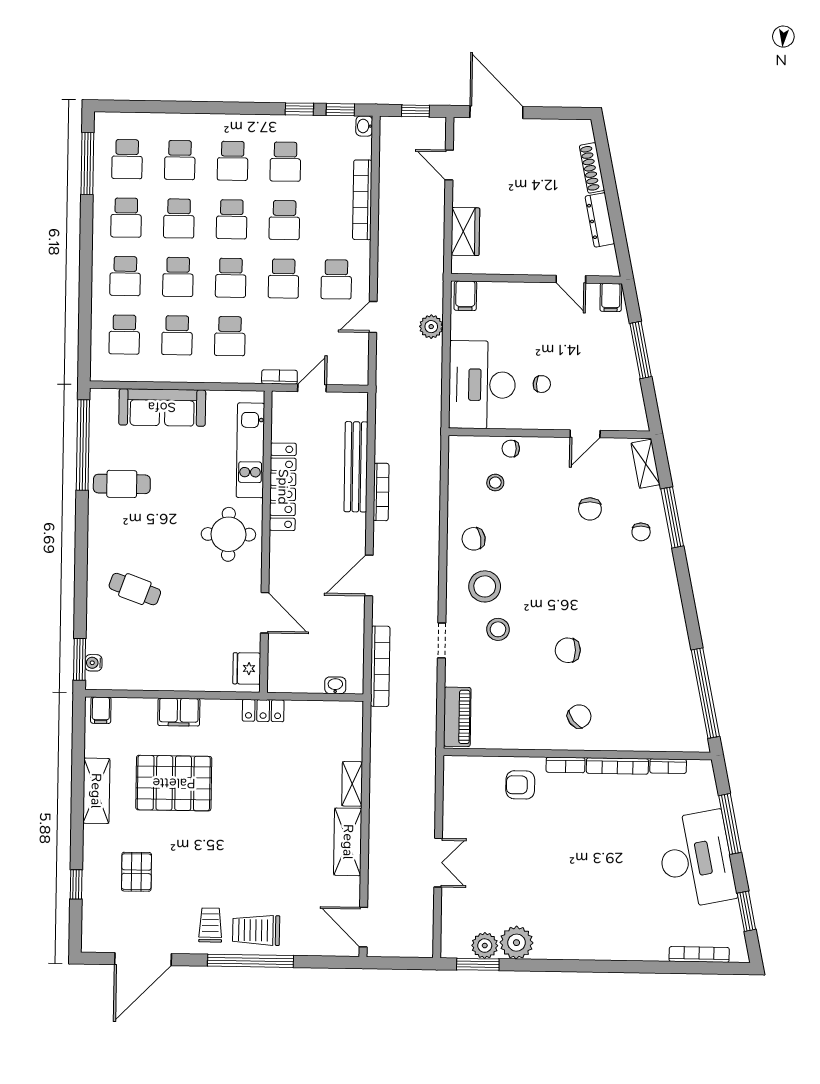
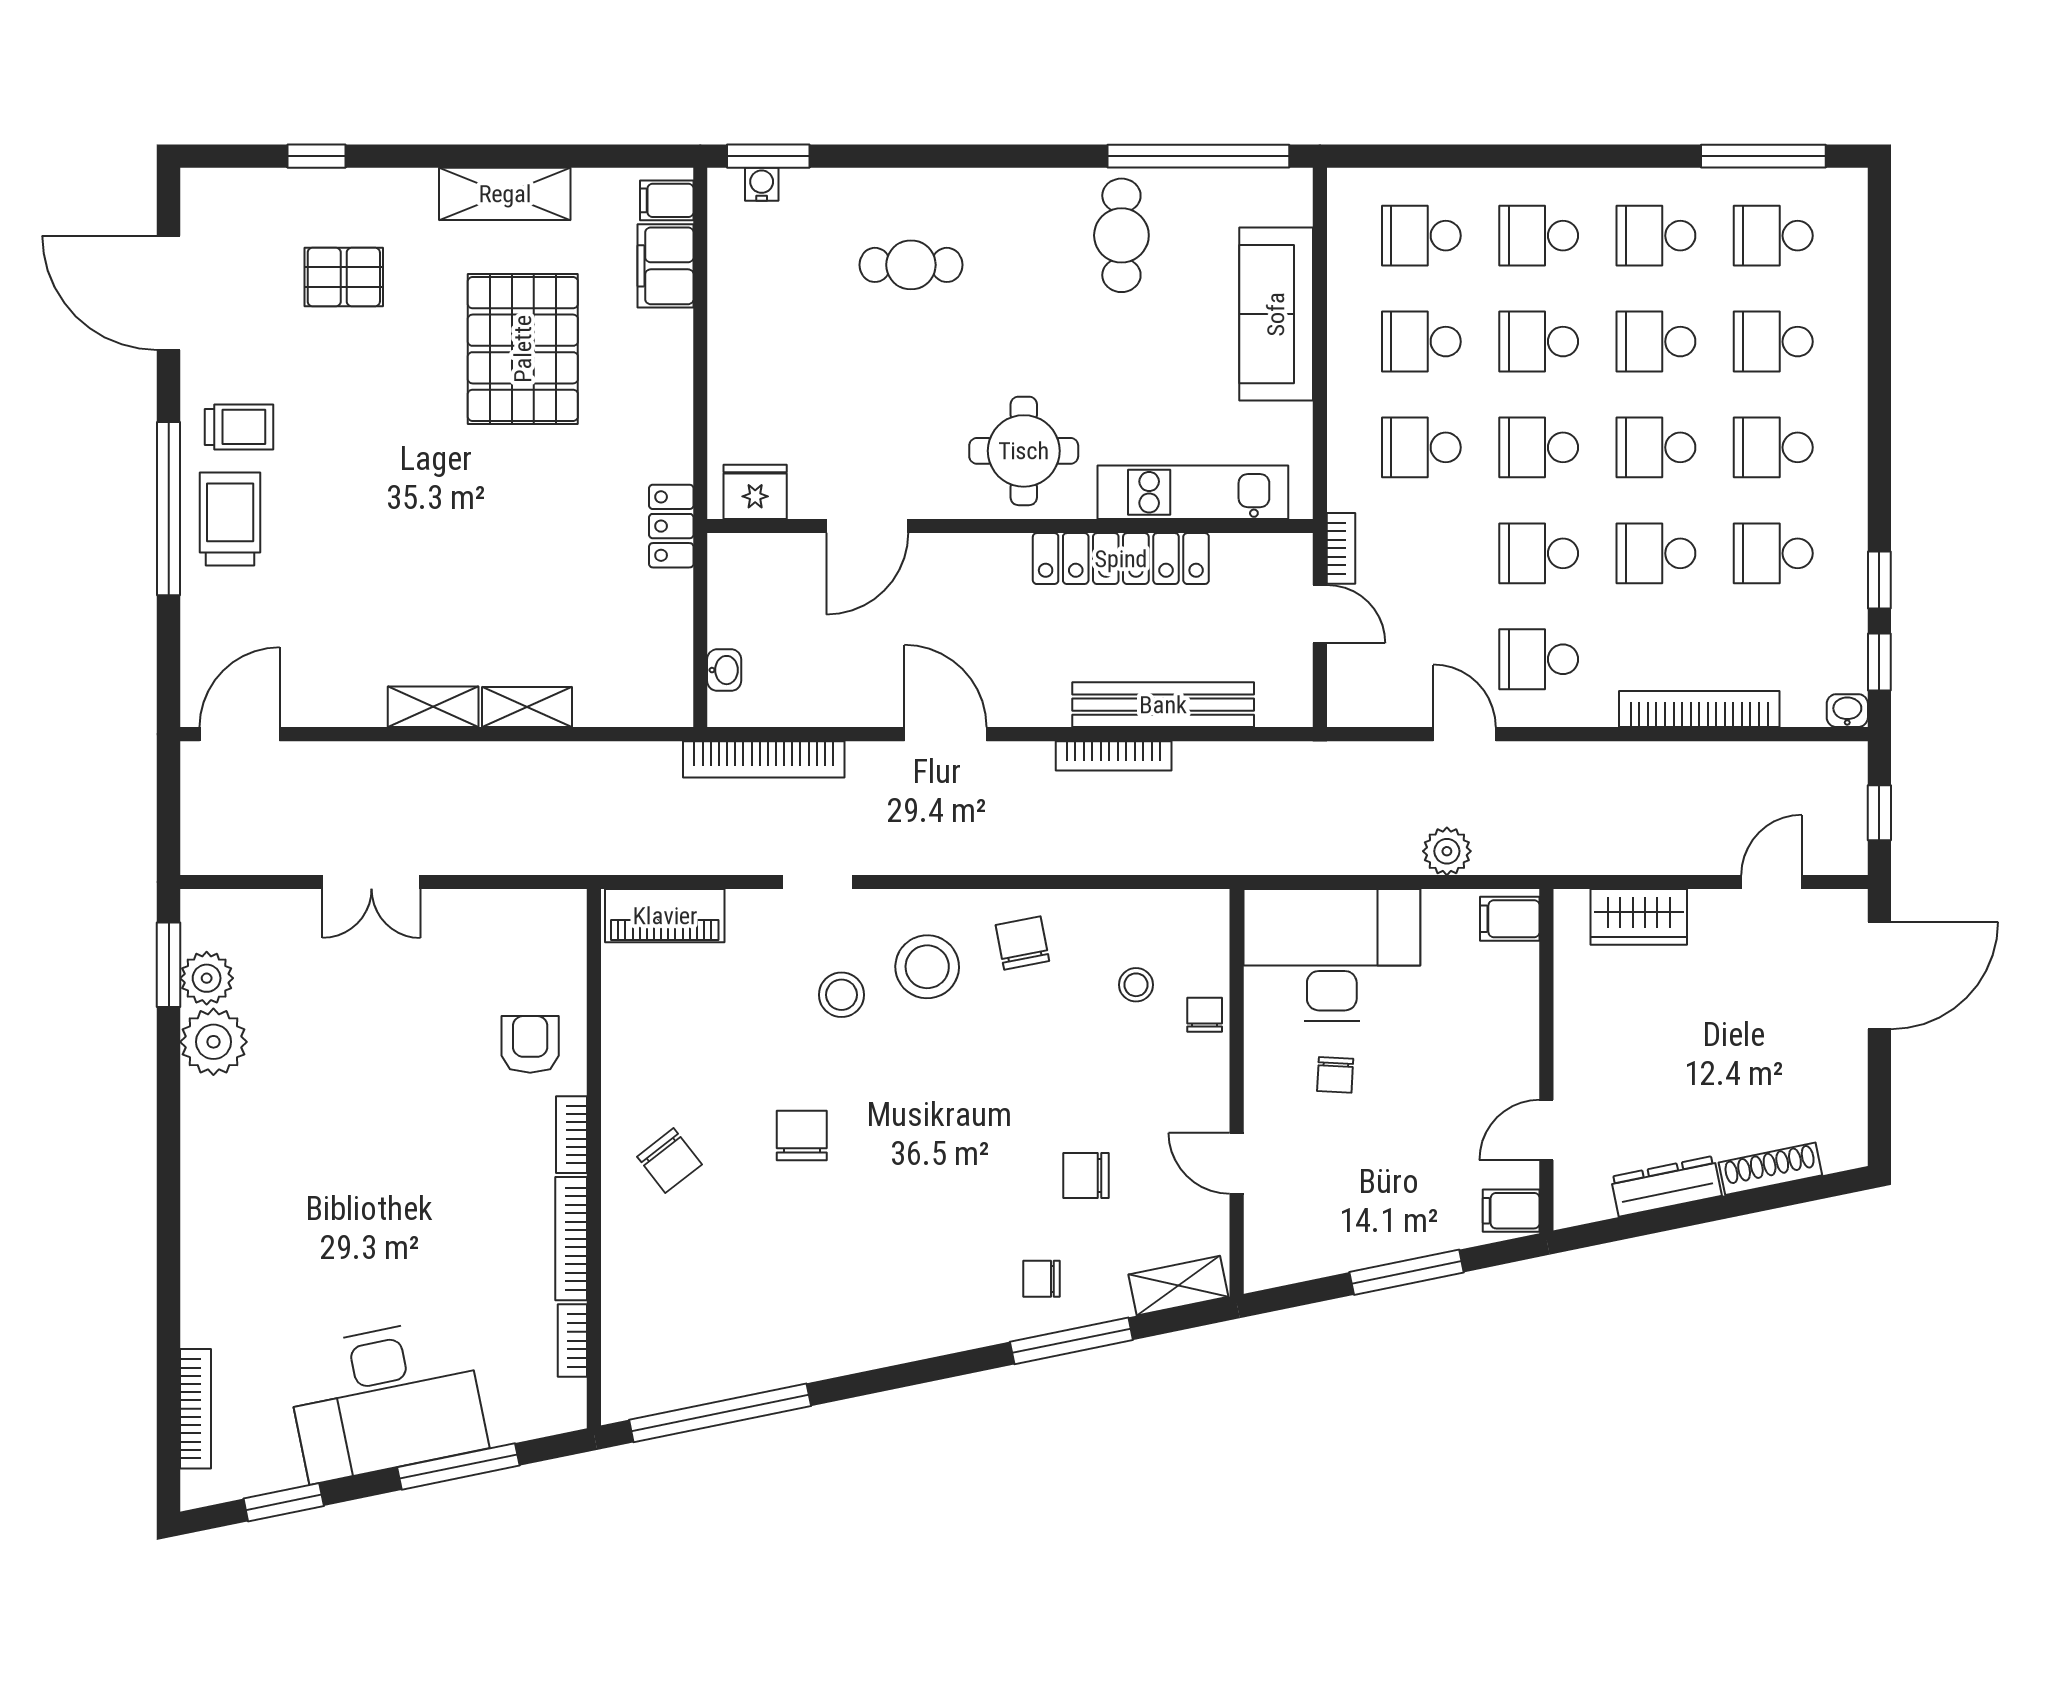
cafe table: (135, 589) -> (911, 265), turned 70
filing cabinet: (179, 712) -> (665, 266), moved
shelving: (348, 842) -> (433, 707), width x0.67, depth x0.75

